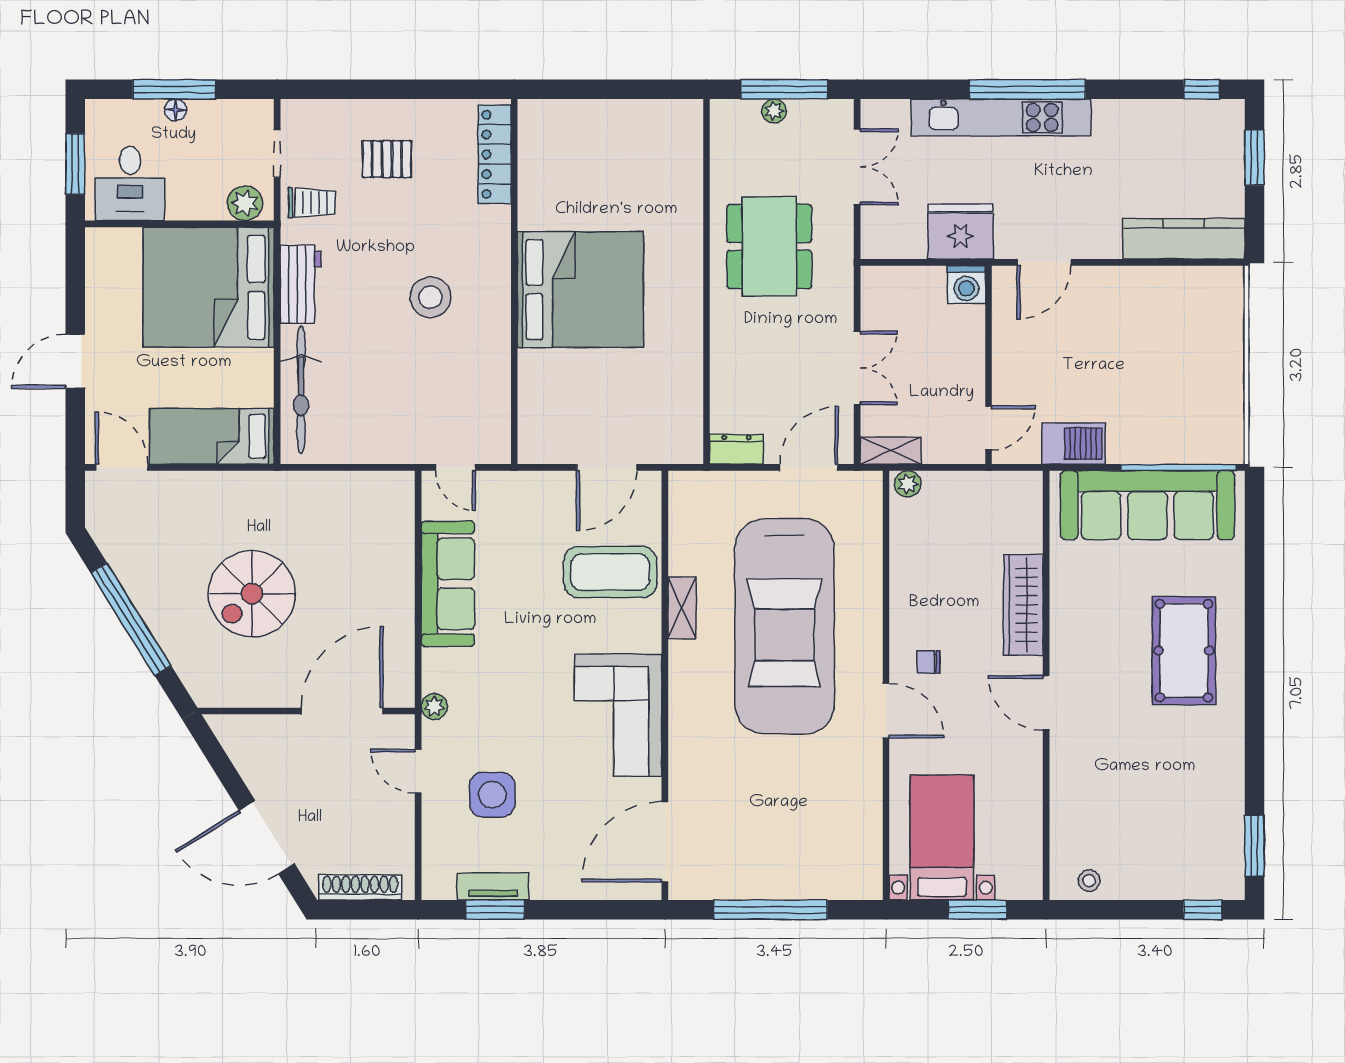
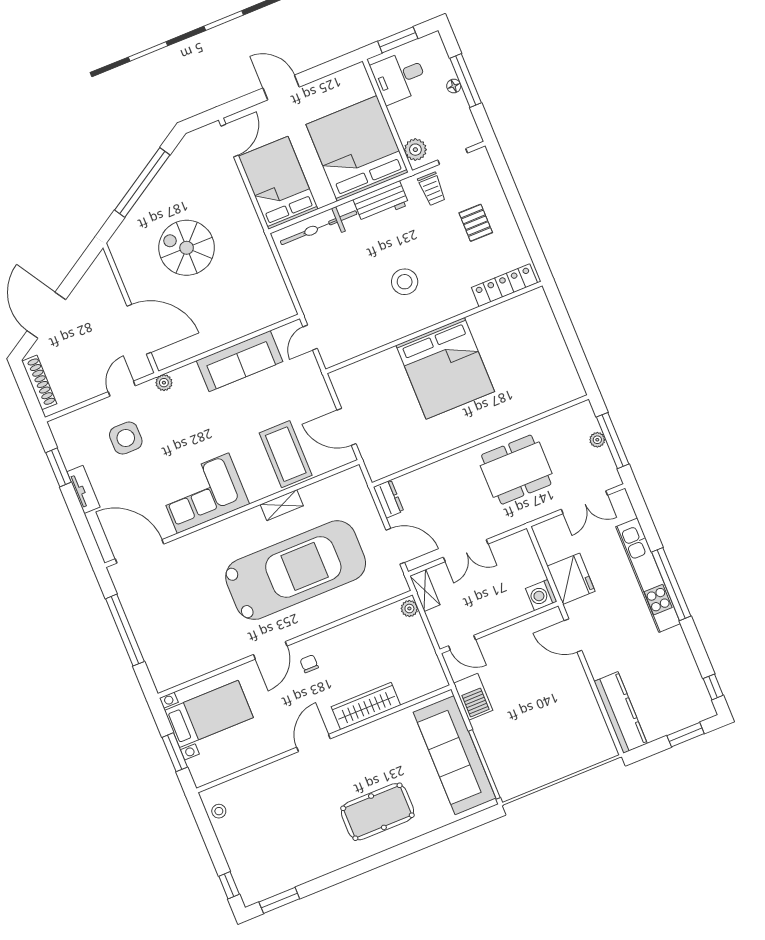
bed: (212, 436) -> (278, 183), width x1.50
car: (785, 626) -> (296, 570), turned 180
tv unit: (493, 886) -> (83, 489), moved

